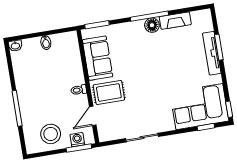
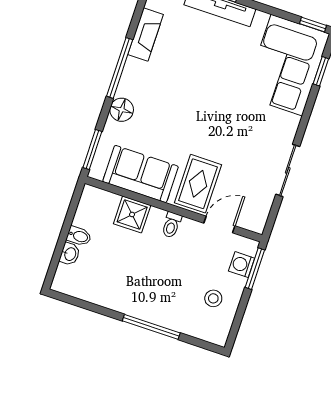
floor lamp: (152, 25) -> (122, 110), moved
washbasin: (15, 46) -> (70, 254), moved
shower: (73, 65) -> (132, 214), added
door: (93, 116) -> (219, 224), swing flipped
stool: (51, 134) -> (213, 298), width x0.53, depth x0.53

